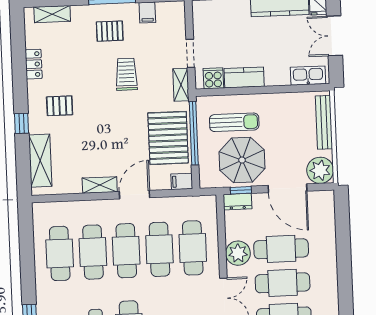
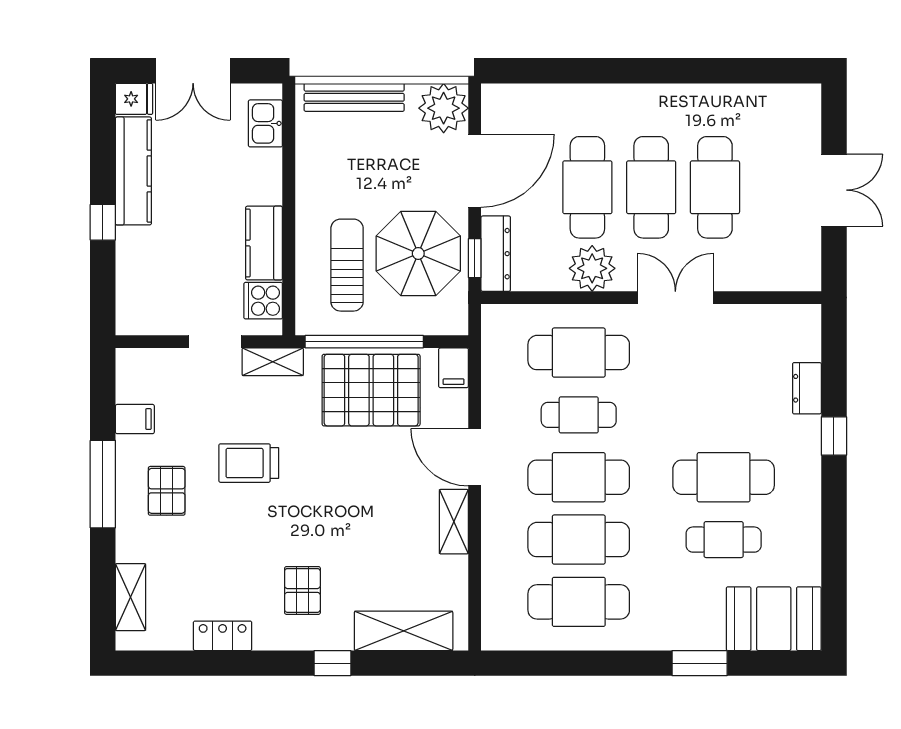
kitchen sink: (308, 76) -> (265, 123), width x0.73
dresser: (238, 202) -> (496, 254), width x1.44
cafe table: (159, 249) -> (579, 415), width x0.73, depth x0.74

